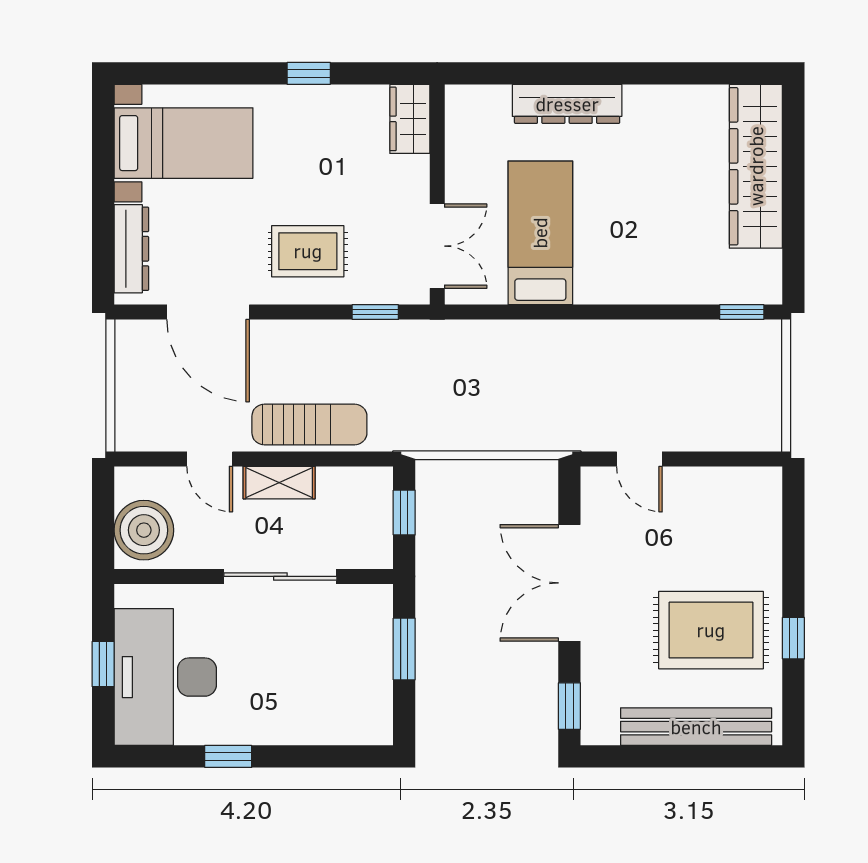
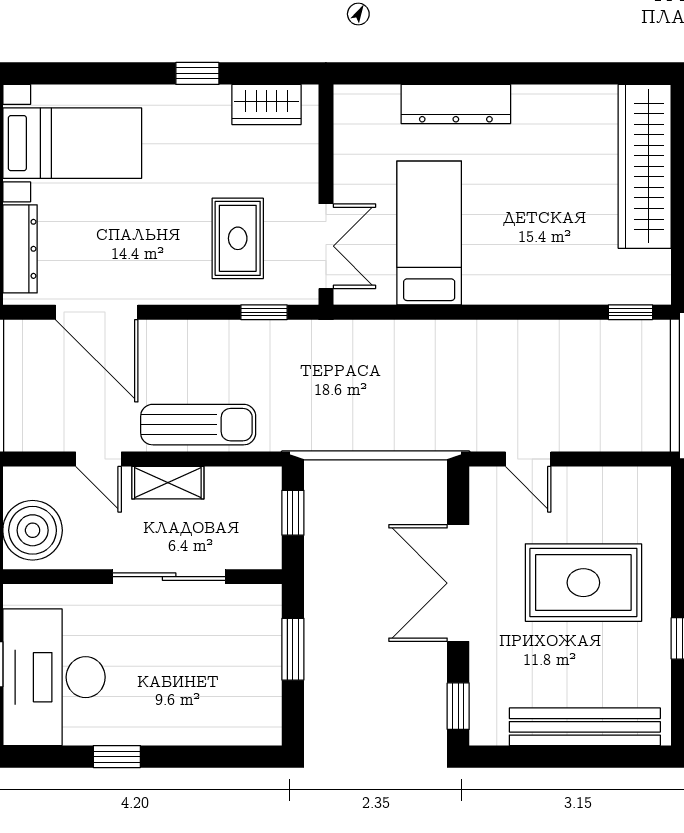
wardrobe: (410, 119) -> (266, 104), moved, turned -90
rug: (308, 251) -> (238, 238), moved, turned 90
rug: (711, 630) -> (583, 583), moved

